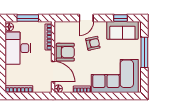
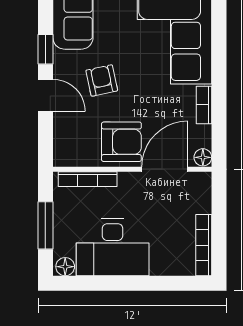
window: (120, 18) -> (45, 49), moved
armchair: (65, 52) -> (121, 142), turned 90

